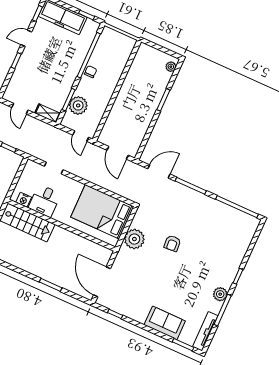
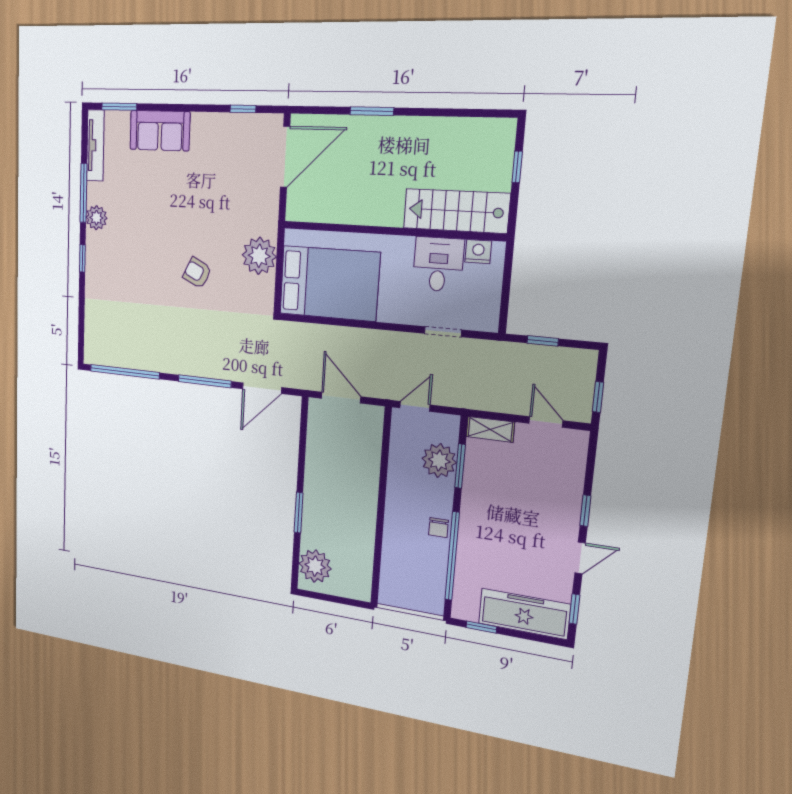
plant: (171, 67) -> (315, 566), width x1.87, depth x1.87
door: (81, 136) -> (415, 406), hinge flipped
armchair: (172, 243) -> (197, 273), turned -60
door: (102, 282) -> (285, 157), hinge flipped

